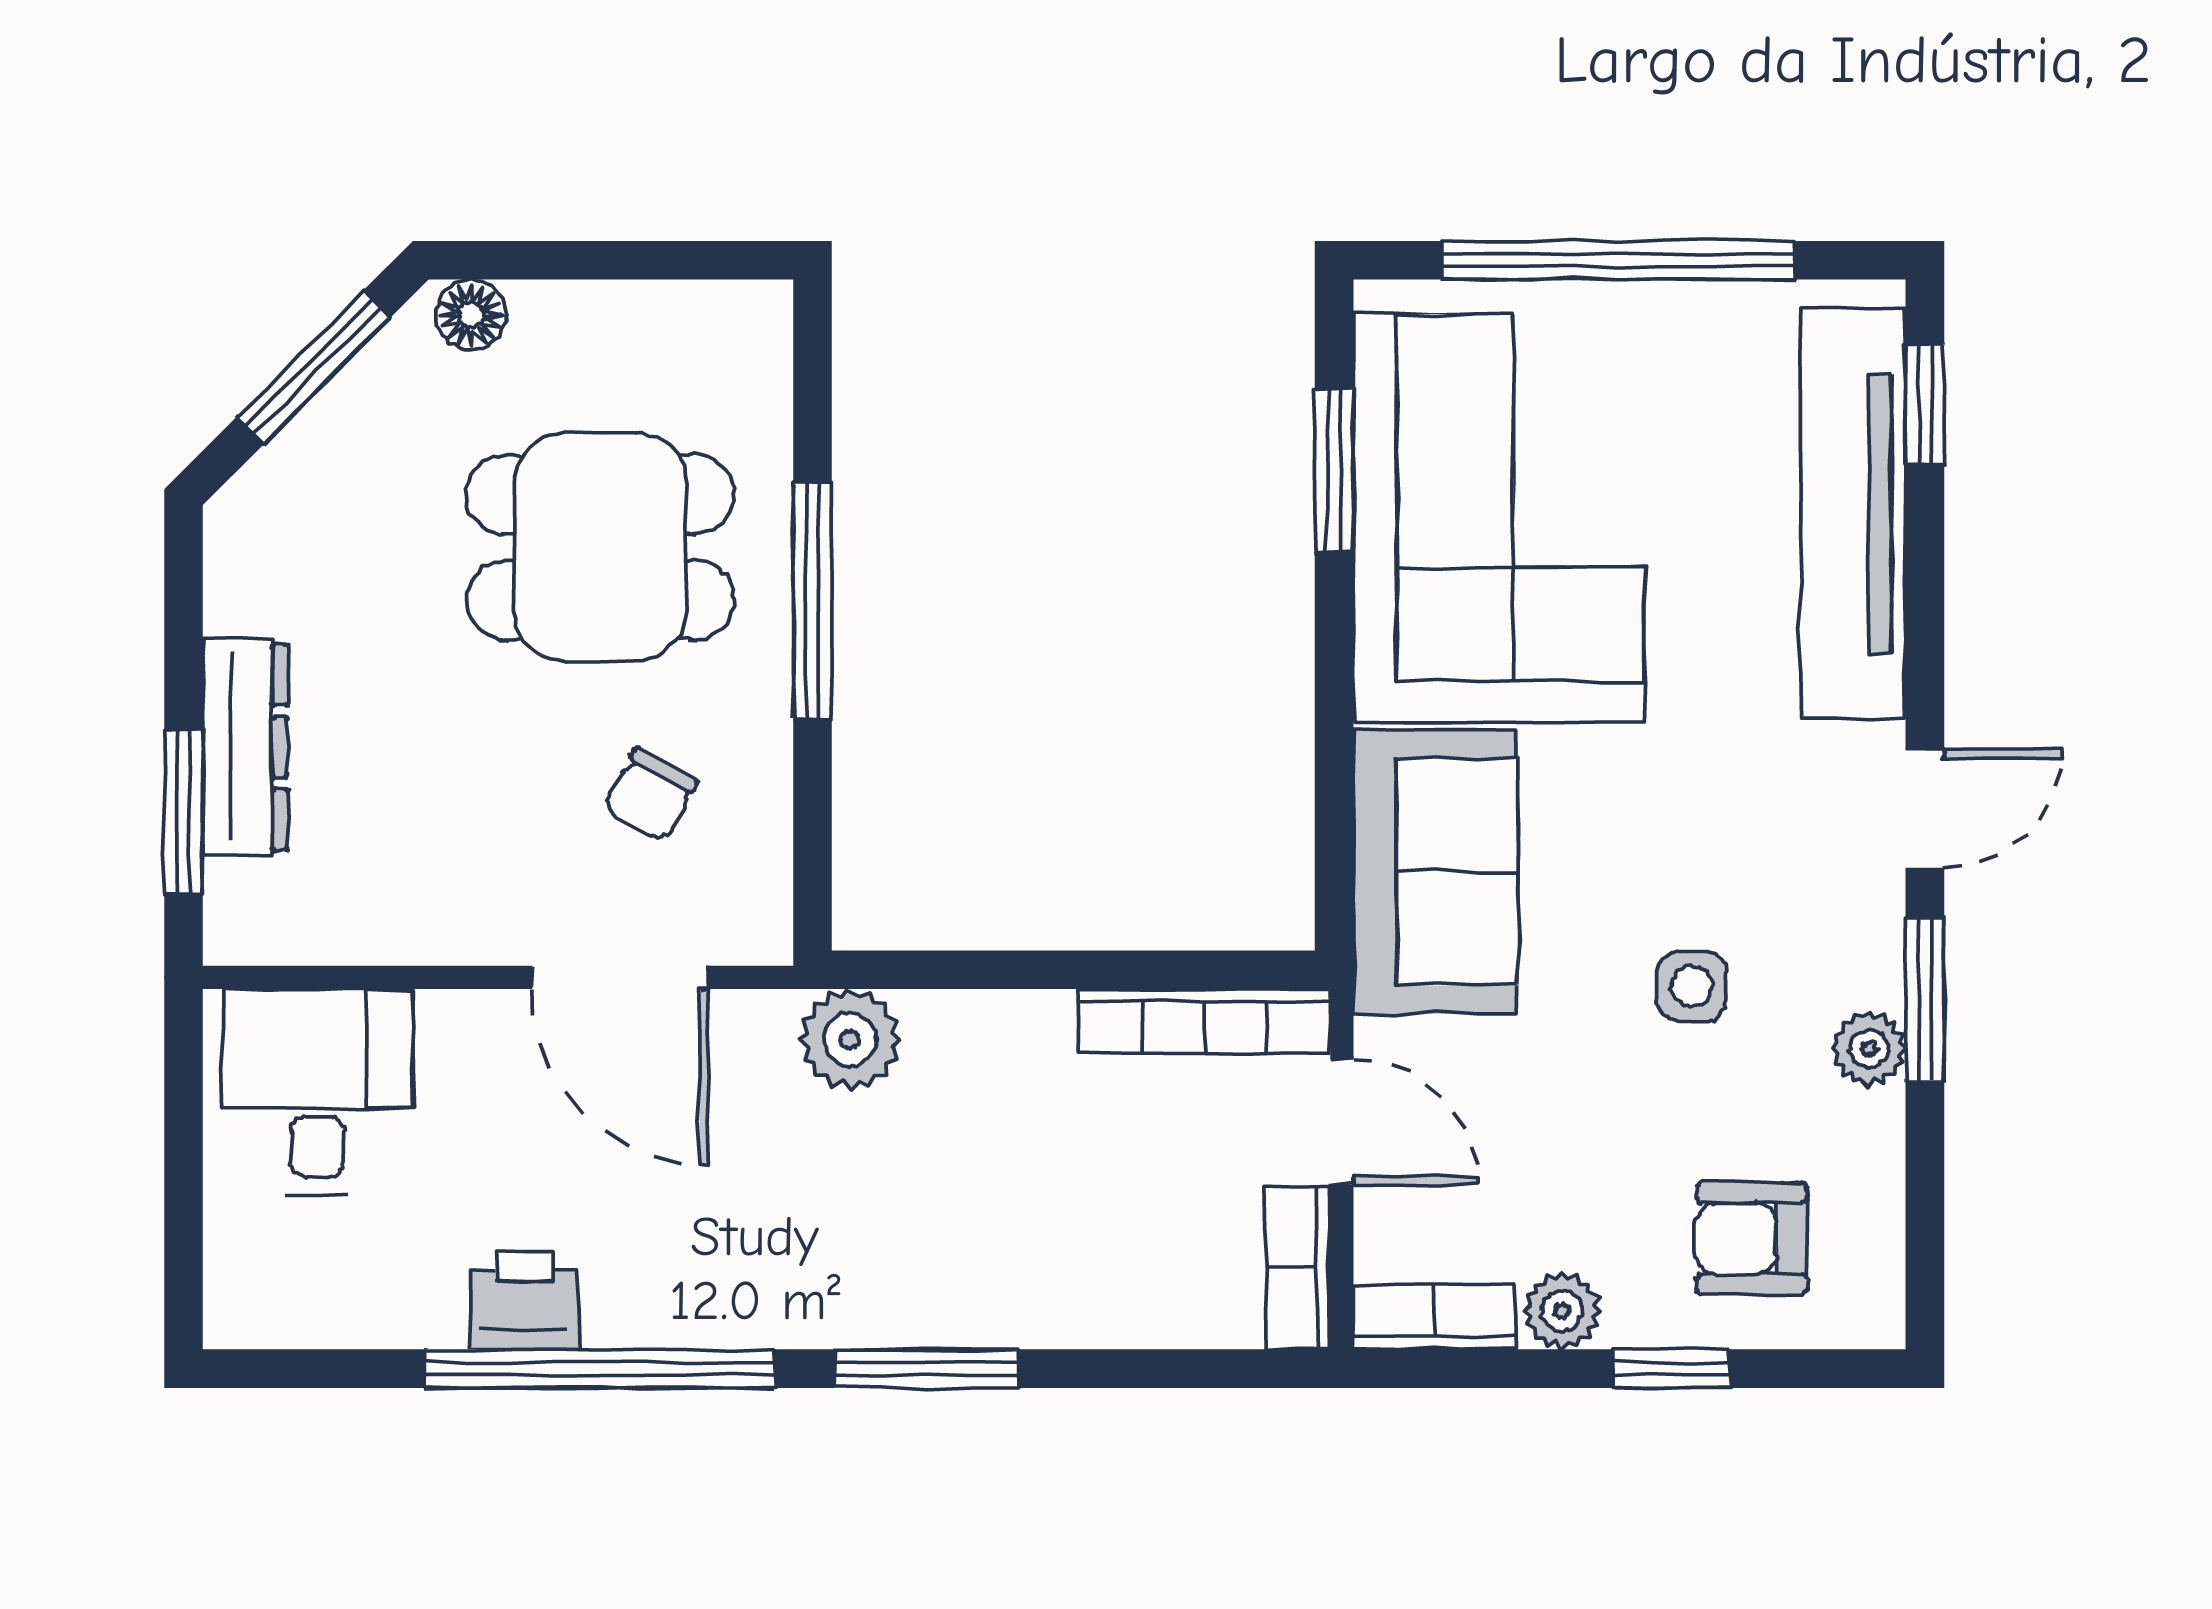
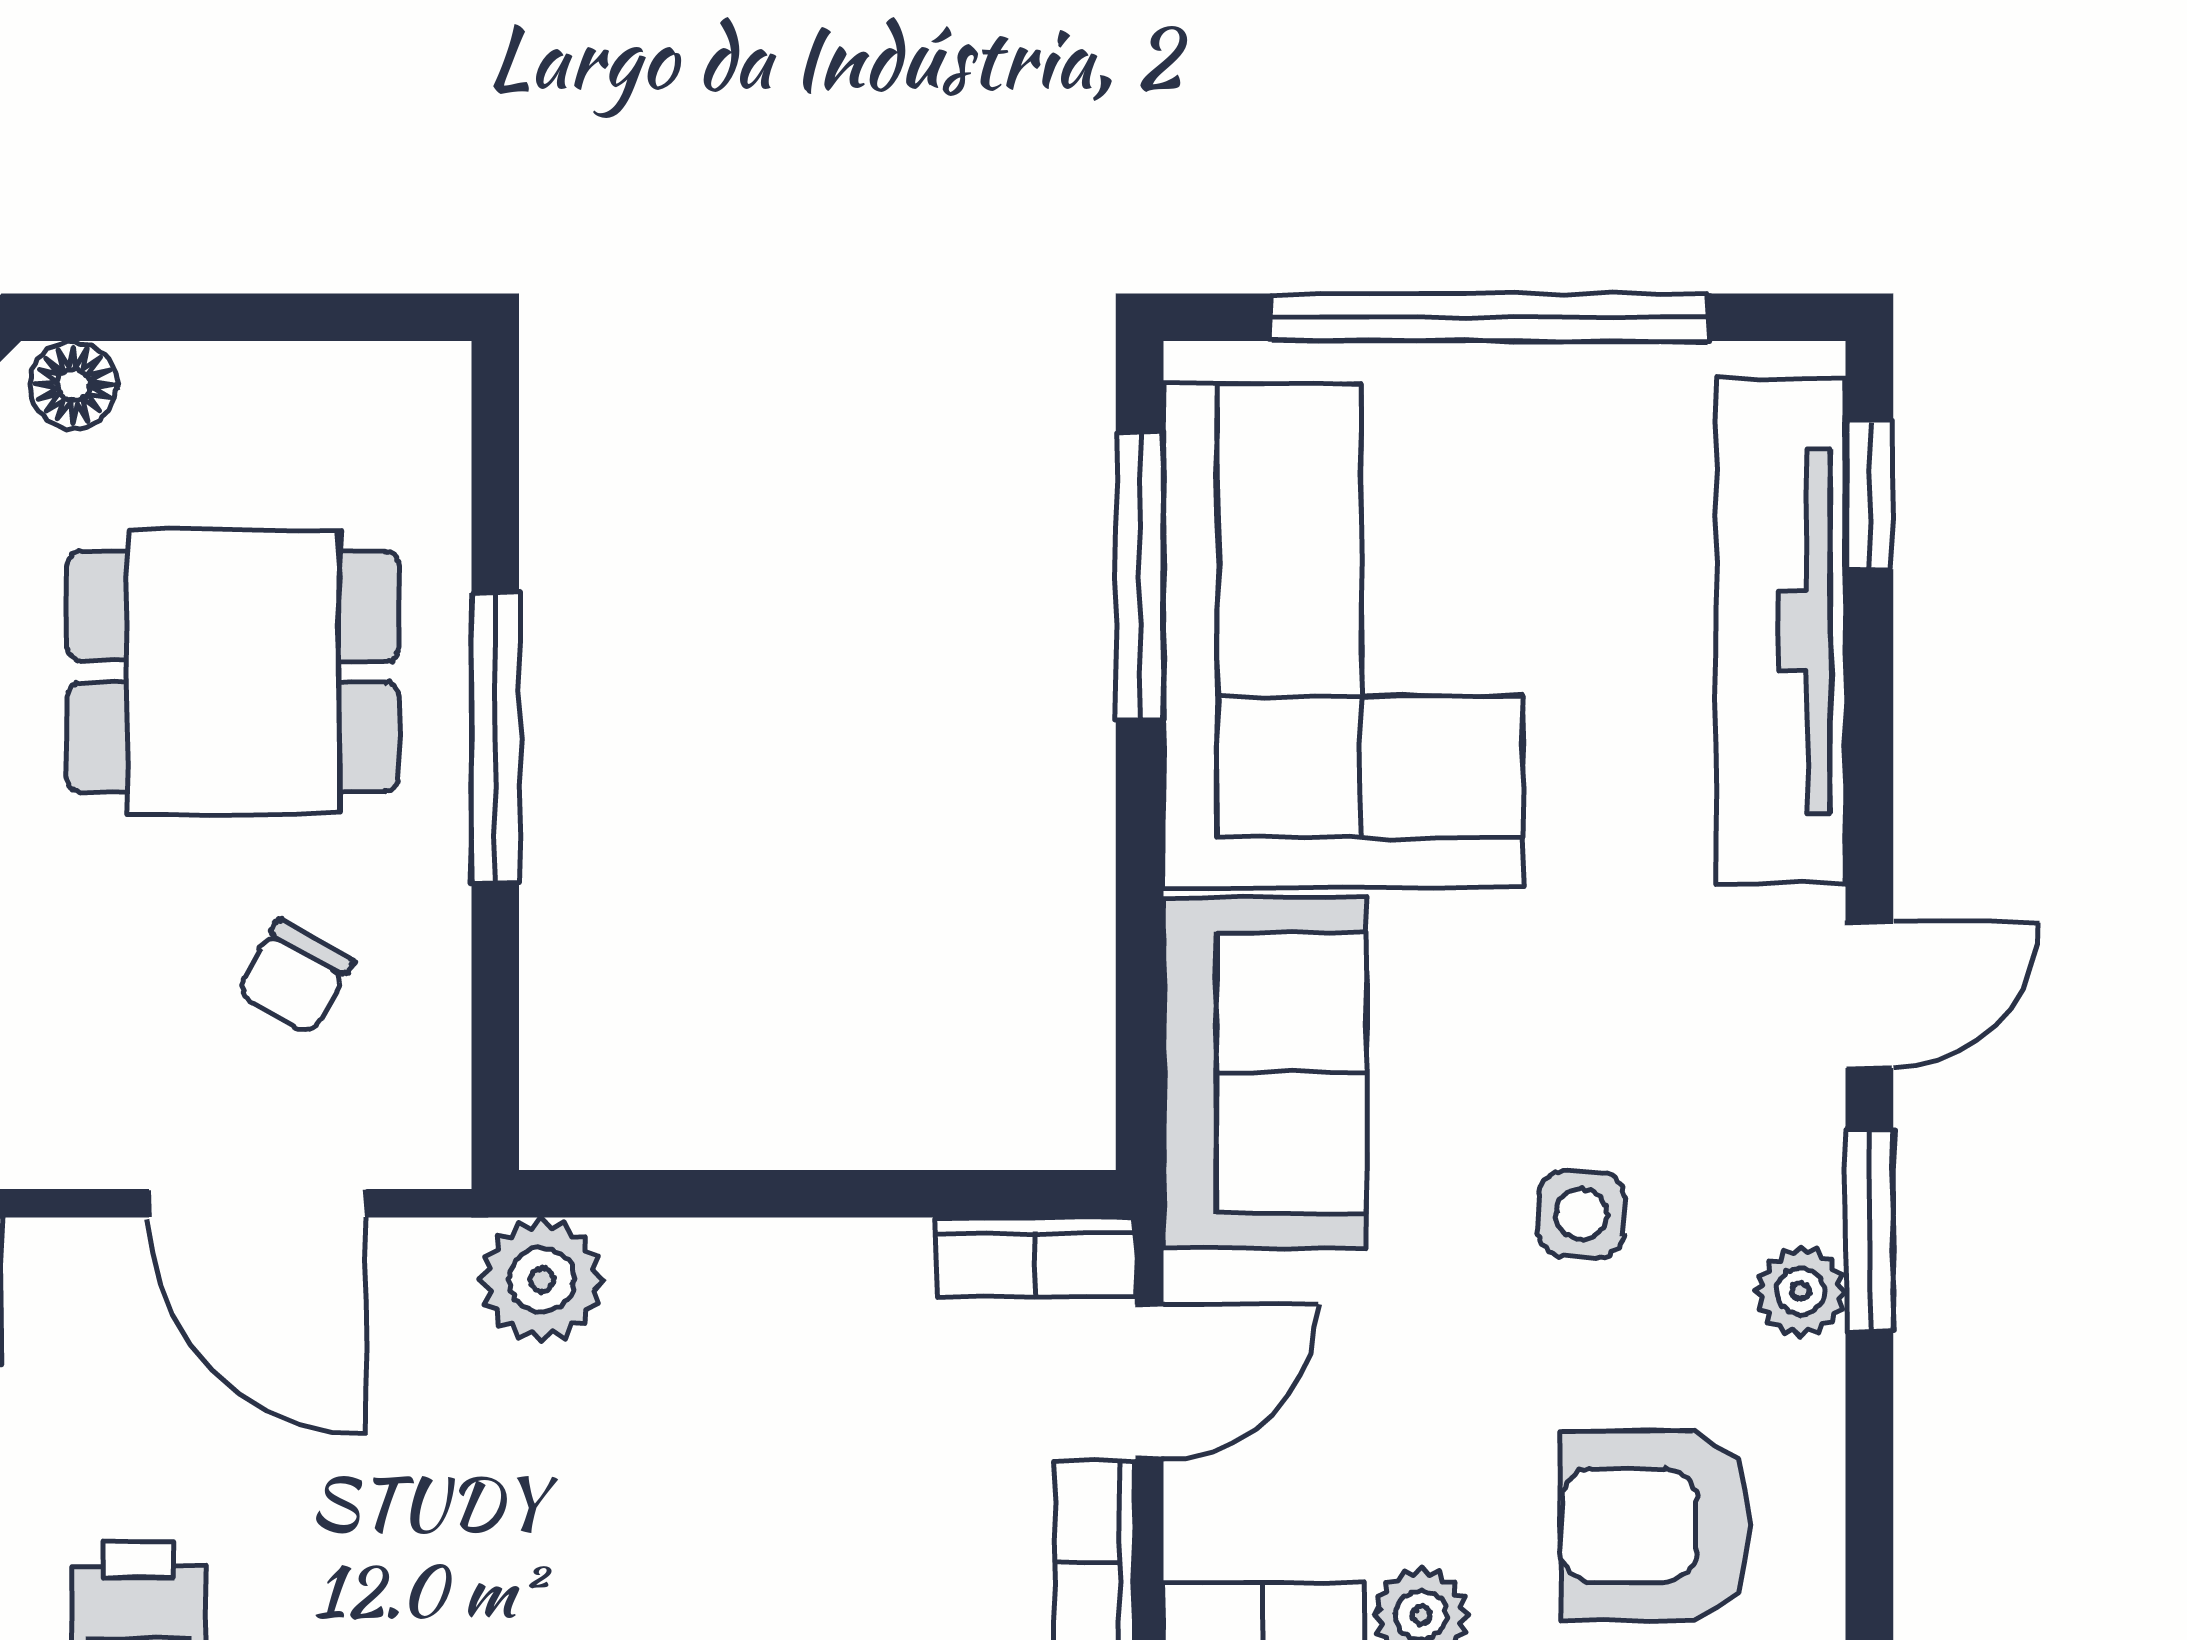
window: (1334, 470) -> (1140, 577), width x1.44
bookcase: (1204, 1021) -> (1035, 1257), width x0.64
door: (1342, 1122) -> (1149, 1382), hinge flipped
armchair: (1752, 1238) -> (1655, 1526), width x1.38, depth x1.38

